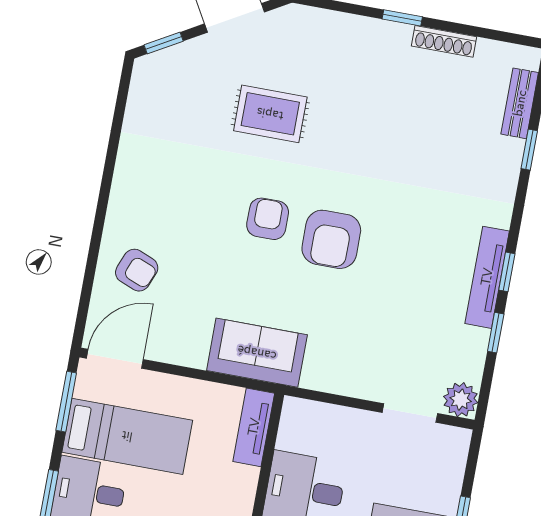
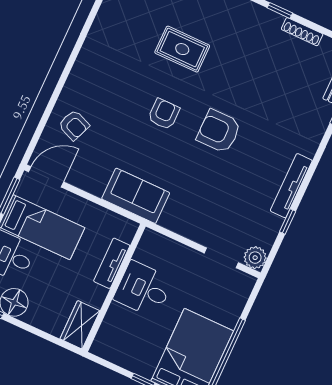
armchair: (331, 239) -> (219, 131), moved, turned 90
window: (507, 272) -> (304, 185), removed
tv unit: (254, 427) -> (112, 263), moved

